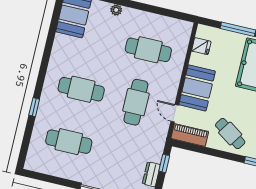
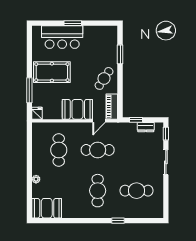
fridge: (201, 46) -> (37, 113), moved
cafe table: (69, 142) -> (137, 191), turned 90

